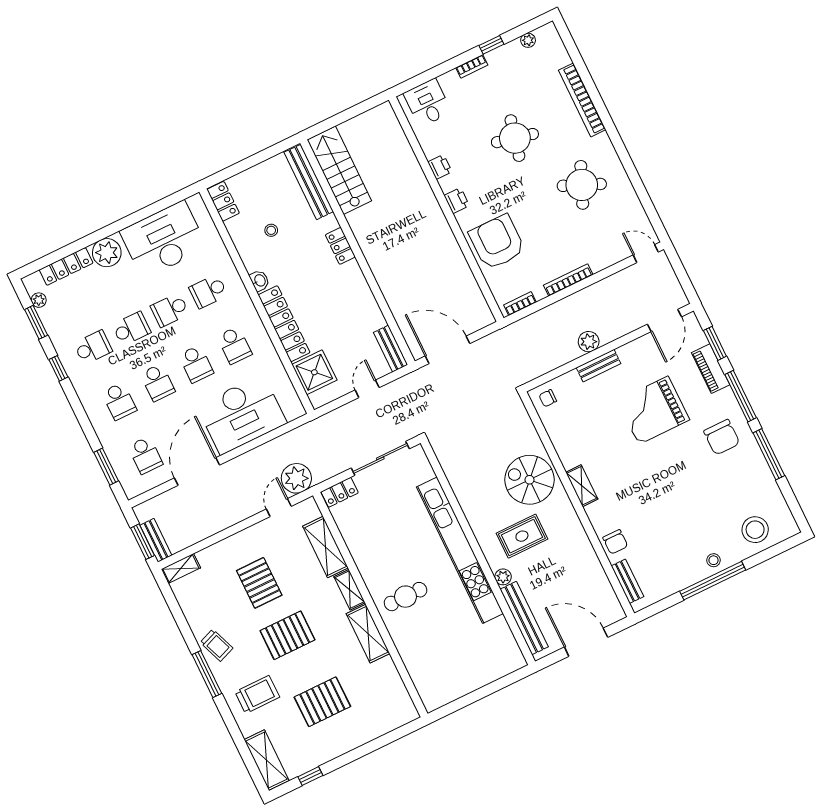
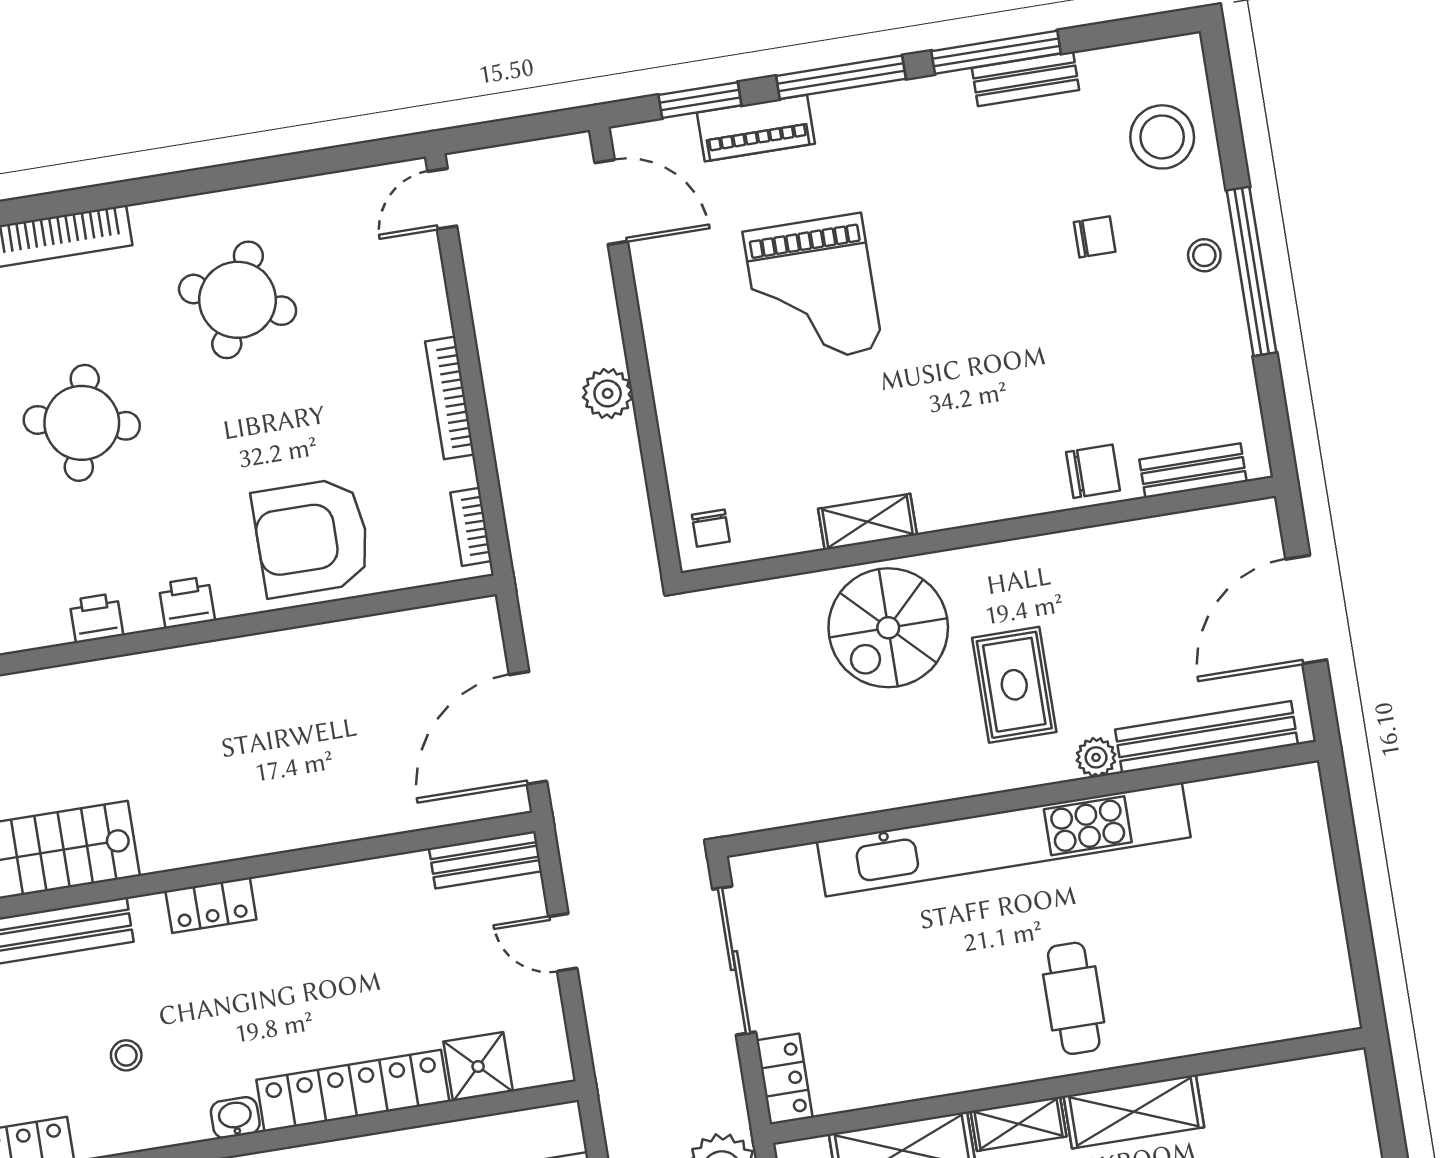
bench: (598, 366) -> (1025, 79), moved, turned 90
shower: (314, 372) -> (478, 1067), width x0.73, depth x0.73
chair: (722, 437) -> (1095, 237), moved, width x0.54, depth x0.54
shelving: (582, 486) -> (868, 522), moved

